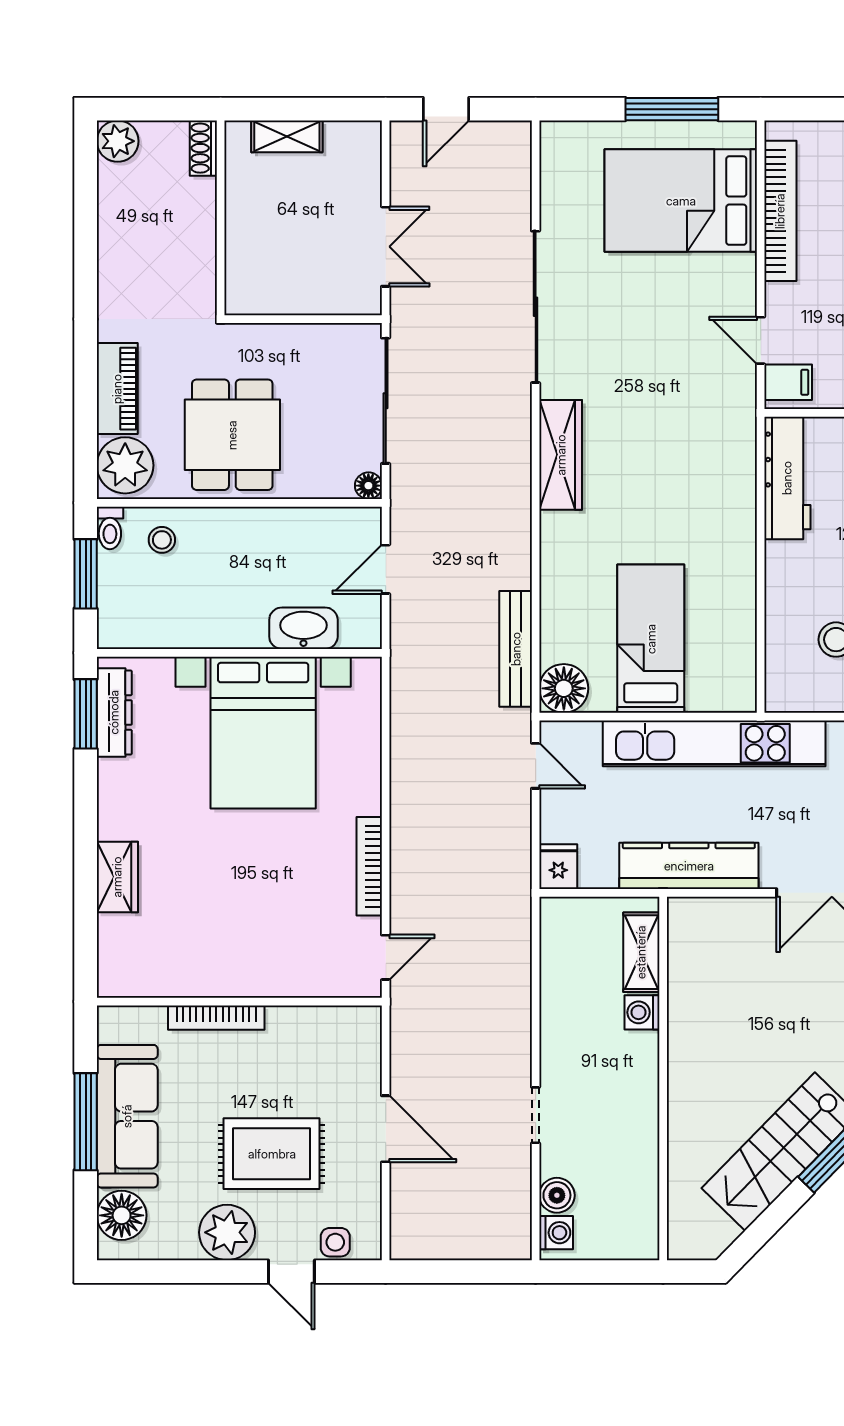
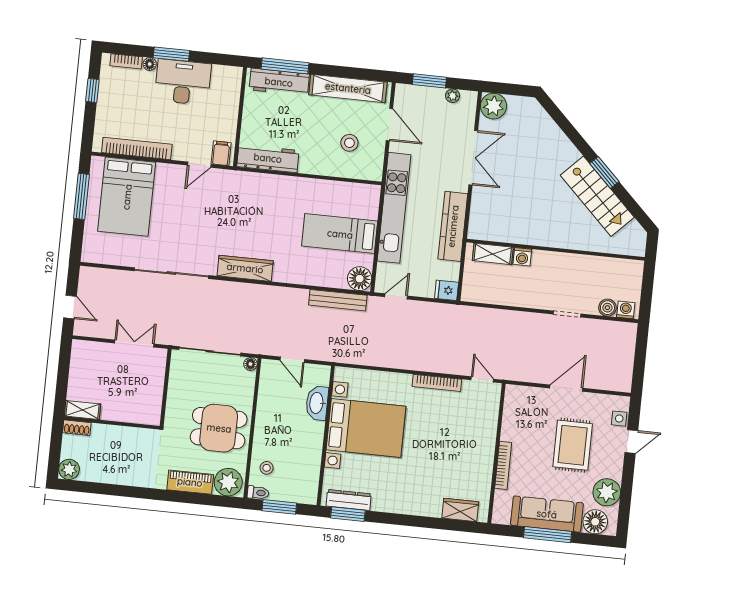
shelving: (287, 136) -> (83, 410), moved, turned 90
wardrobe: (117, 877) -> (460, 510), moved
plant: (227, 1232) -> (607, 492), moved

